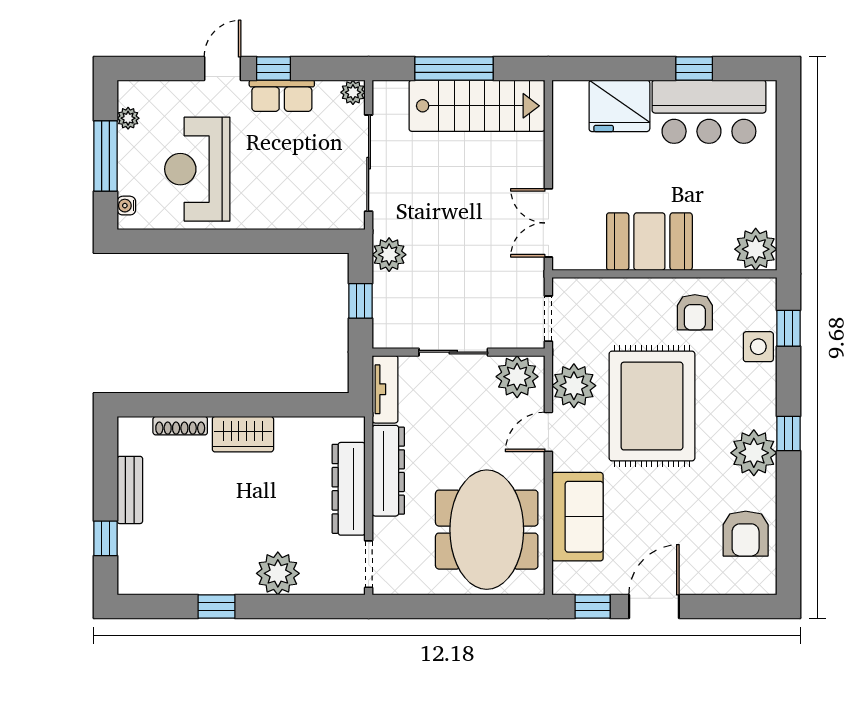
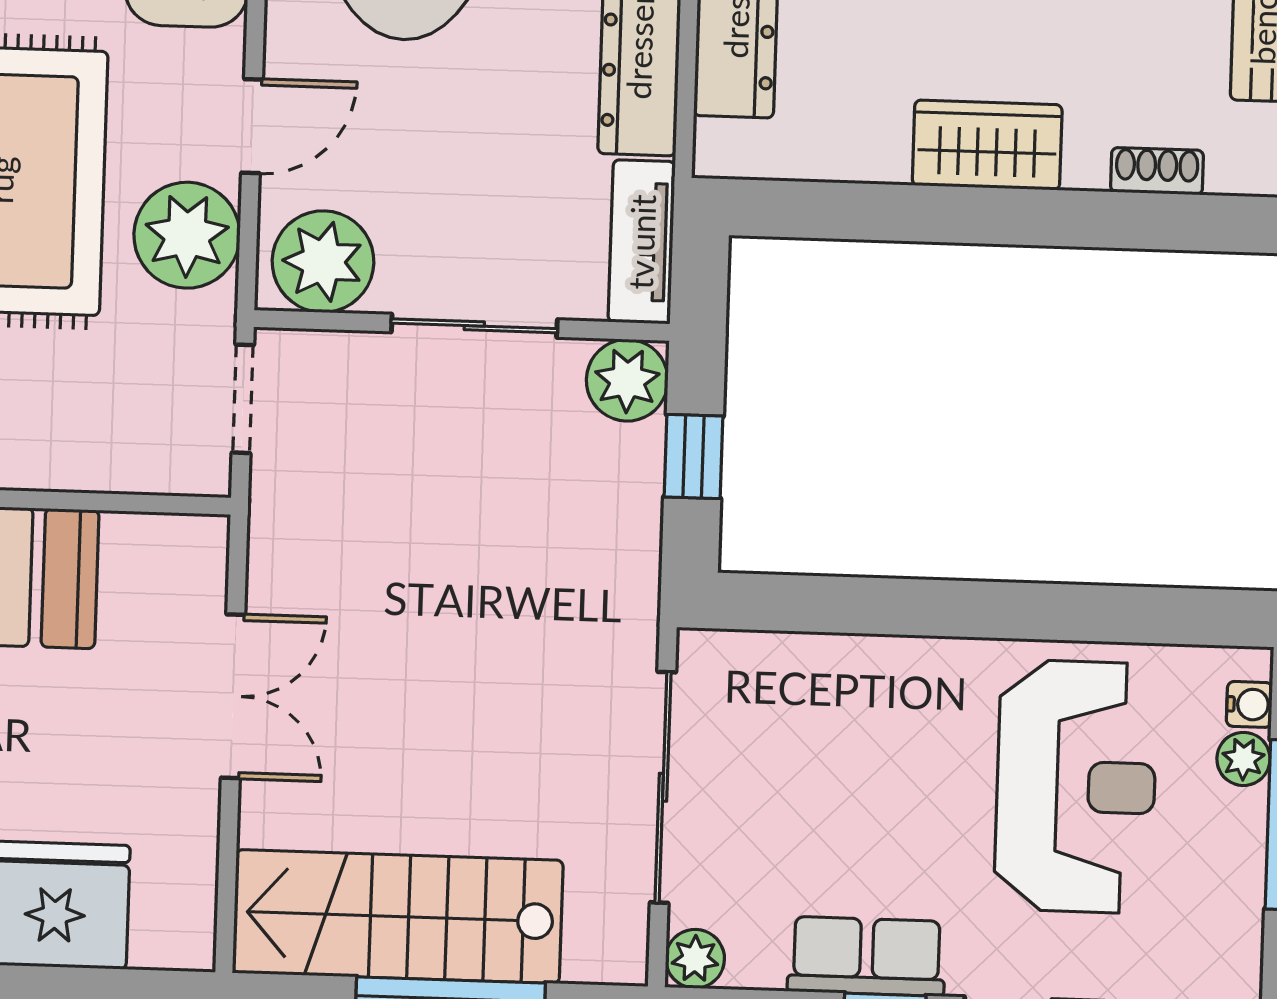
plant: (128, 118) -> (1243, 759), moved
double door: (548, 223) -> (233, 696), moved
plant: (389, 255) -> (627, 380), moved
shoe rack: (180, 426) -> (1157, 171), width x0.70

